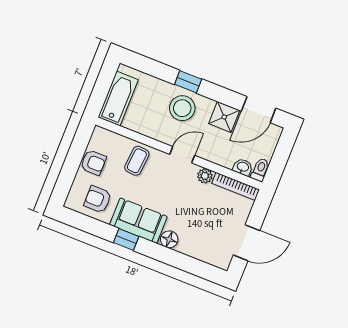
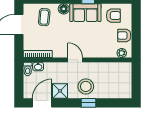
bathtub: (118, 99) -> (124, 78), removed
door: (182, 155) -> (75, 60), swing flipped
coffee table: (137, 161) -> (44, 17), moved
plant: (205, 176) -> (122, 53), moved

